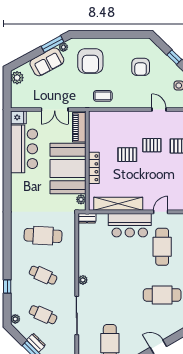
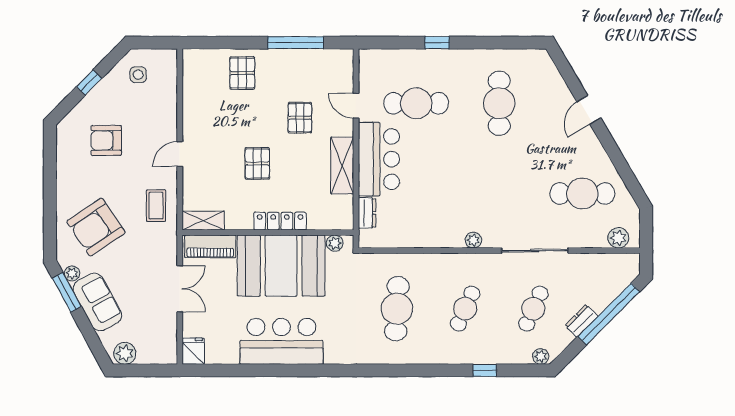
armchair: (90, 61) -> (96, 227), turned 146
armchair: (141, 67) -> (106, 140), turned 180
door: (159, 110) -> (180, 154), moved
shelving: (94, 123) -> (203, 221), added
pallet: (152, 145) -> (300, 118), moved
bar counter: (24, 149) -> (281, 341), moved
shelving: (118, 204) -> (342, 165), width x0.68
dresser: (87, 218) -> (367, 213), moved

